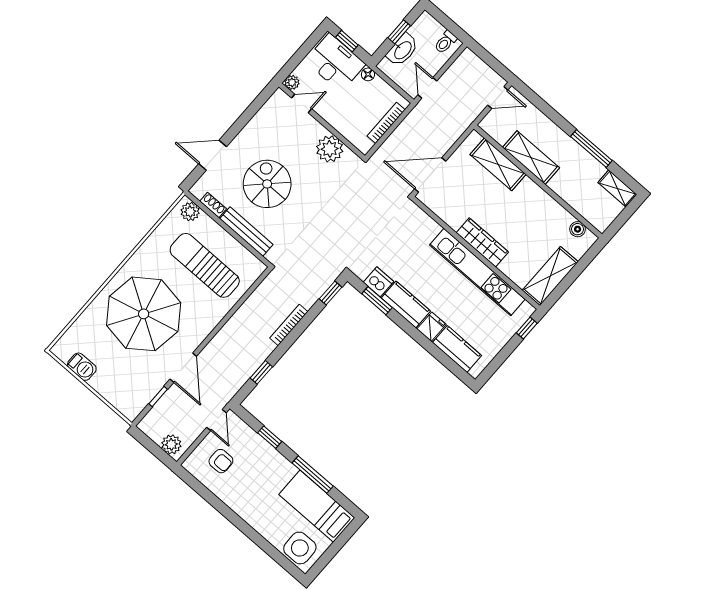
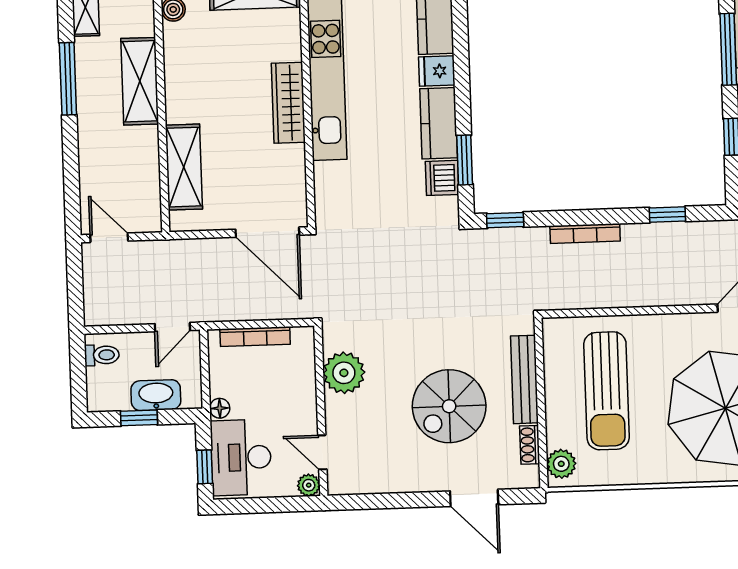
shelving: (531, 158) -> (140, 81), moved

